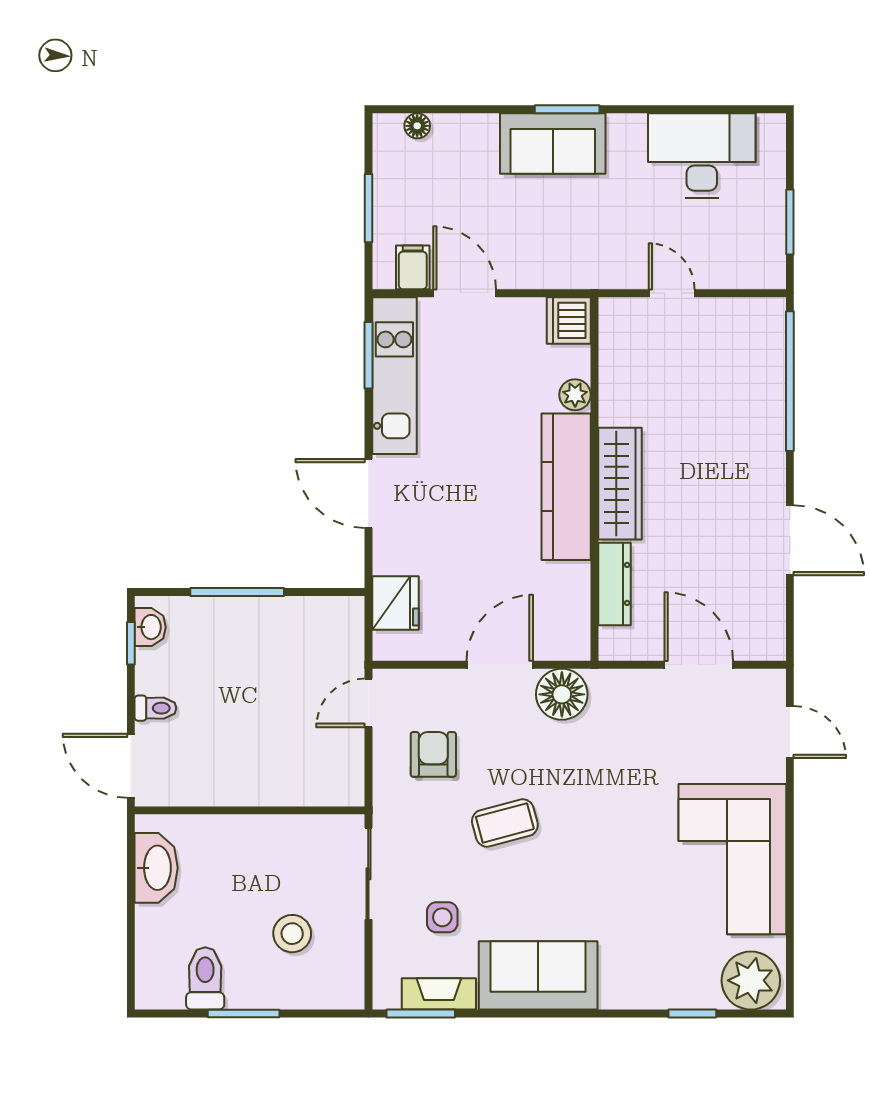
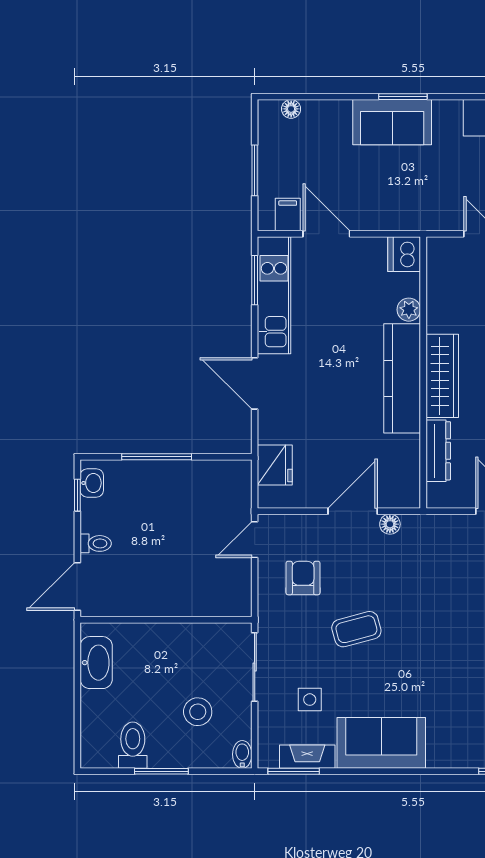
floor lamp: (562, 694) -> (390, 524), width x0.53, depth x0.53
door: (131, 766) -> (77, 586), hinge flipped
bidet: (352, 991) -> (242, 754), added

